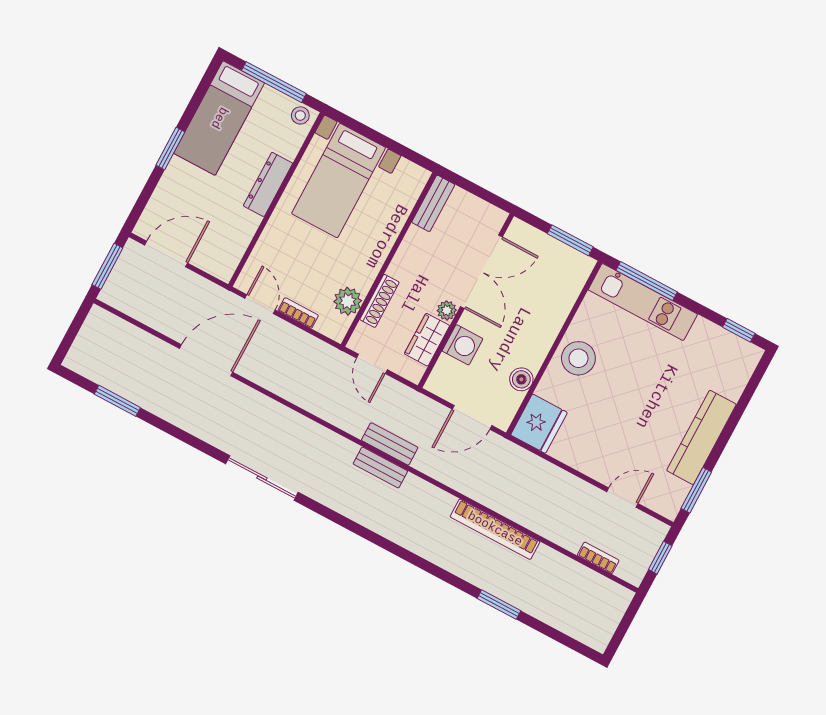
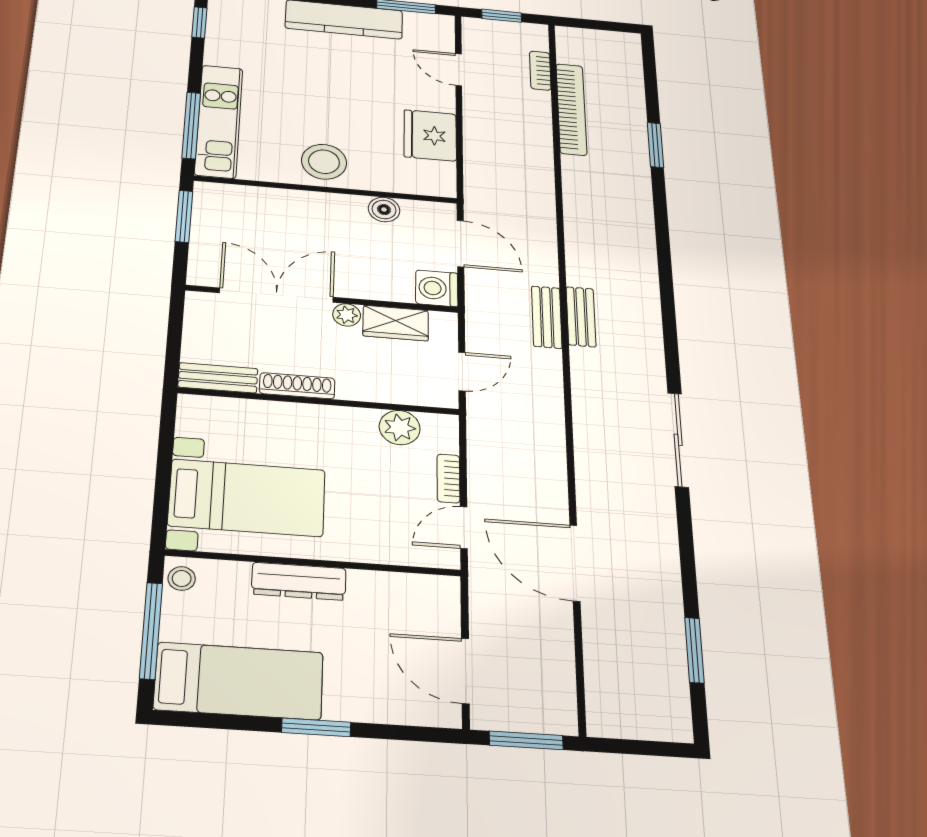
shoe rack: (379, 301) -> (297, 386), moved
washing machine: (462, 345) -> (437, 288), moved, turned -90
fridge: (539, 424) -> (430, 135), moved, turned -90
bookcase: (495, 529) -> (571, 109), moved

